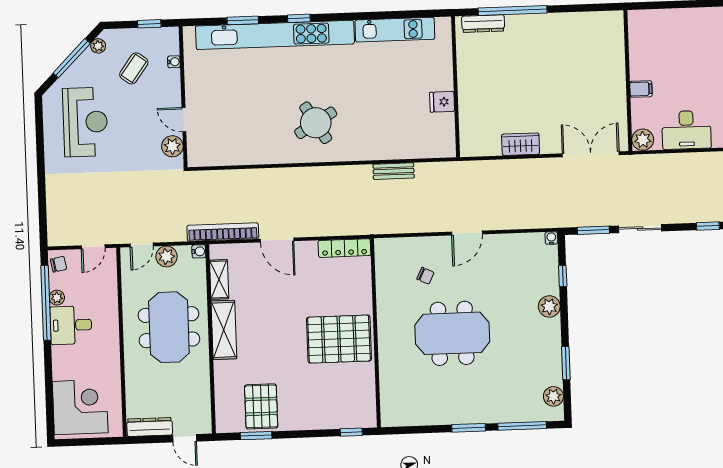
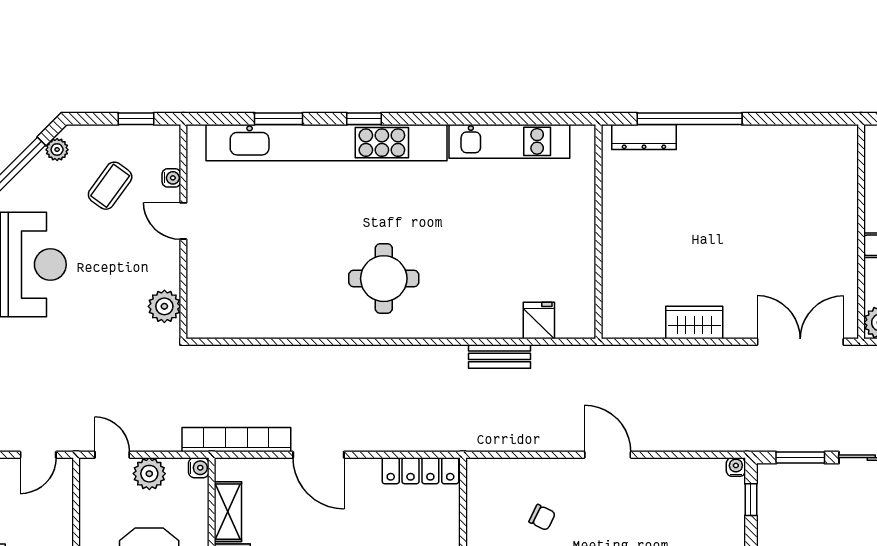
fridge: (442, 102) -> (539, 321), moved, turned 90
door: (184, 120) -> (183, 221), moved
round table: (316, 123) -> (384, 279), turned 31
door: (467, 233) -> (608, 455), swing flipped
door: (142, 245) -> (112, 455), swing flipped
window: (563, 276) -> (751, 500), moved

